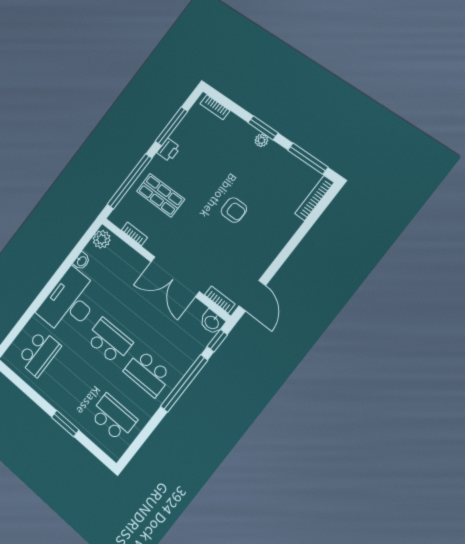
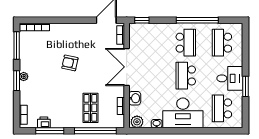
printer: (169, 150) -> (44, 122), moved
armchair: (234, 210) -> (70, 63), turned -78
double door: (175, 277) -> (127, 67), swing flipped
washbasin: (212, 322) -> (135, 98), moved
school desk: (39, 353) -> (222, 108), turned -90
window: (184, 383) -> (197, 20), moved
desk: (65, 392) -> (230, 78), added
window: (65, 424) -> (246, 86), moved

